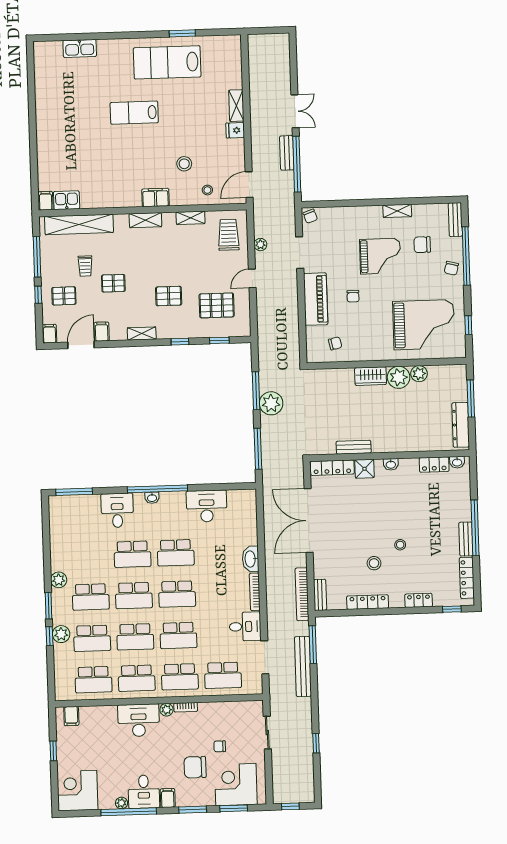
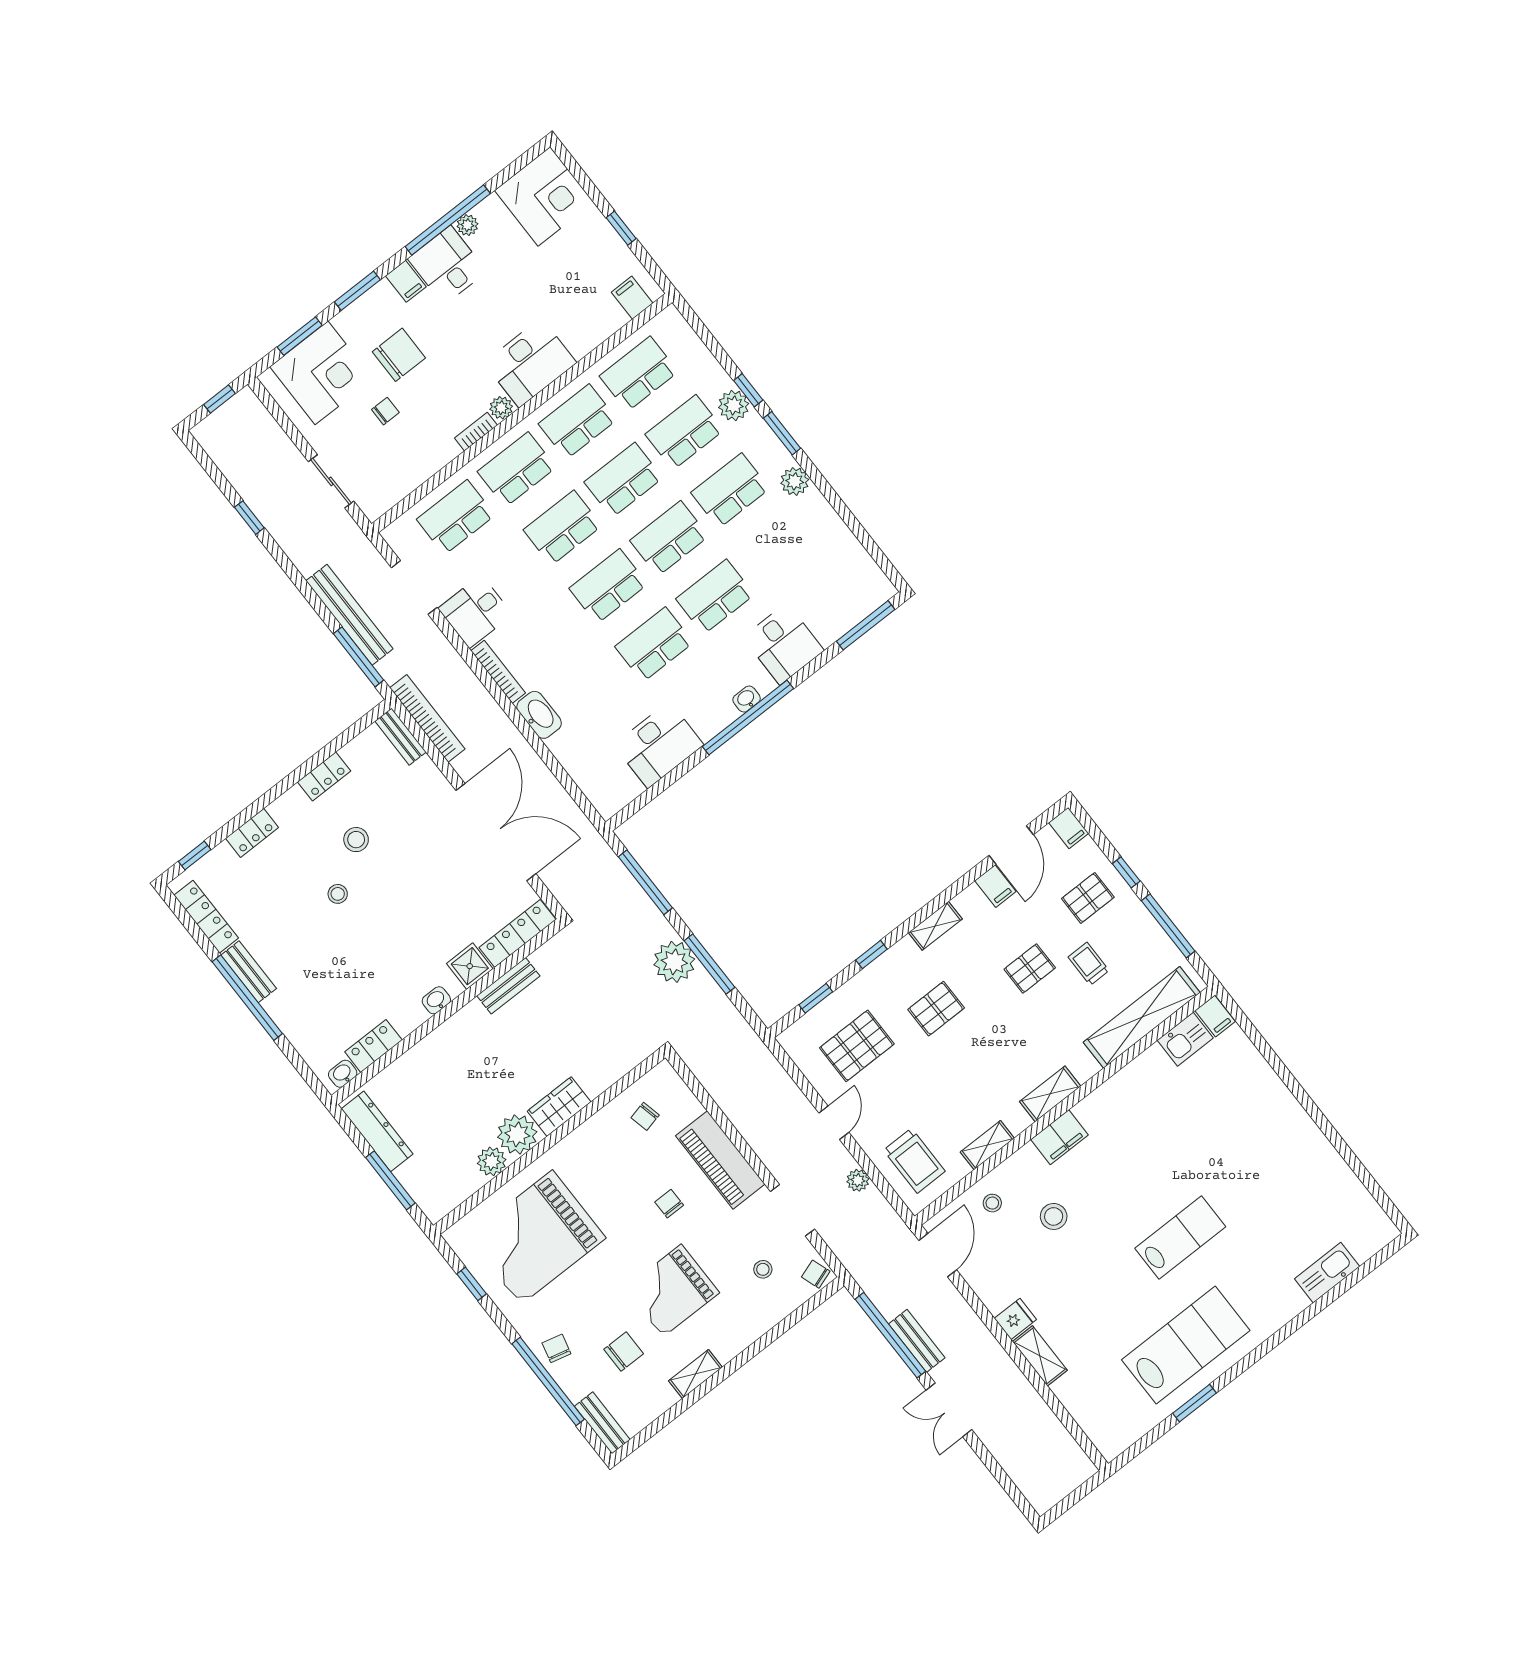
stool: (332, 236) -> (763, 1269), added
locker: (368, 602) -> (324, 776), width x0.66

